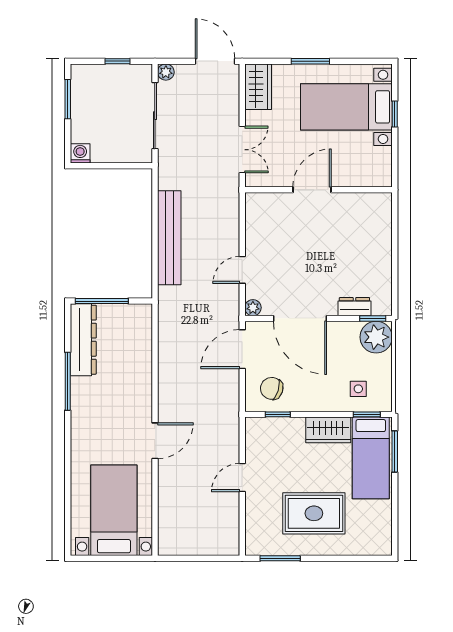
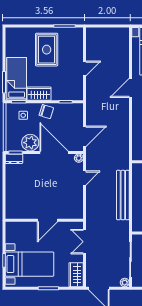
dresser: (354, 307) -> (14, 159), moved
plant: (376, 337) -> (30, 143), moved
chair: (272, 388) -> (46, 112), moved
rug: (314, 513) -> (47, 50), turned 90

